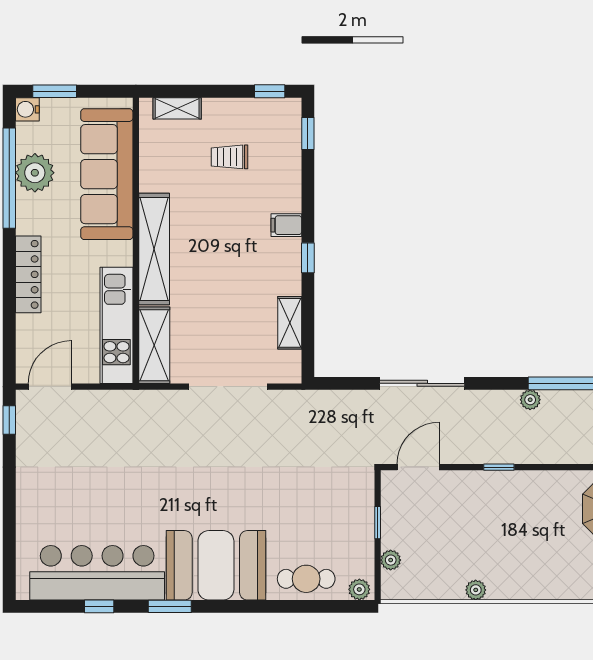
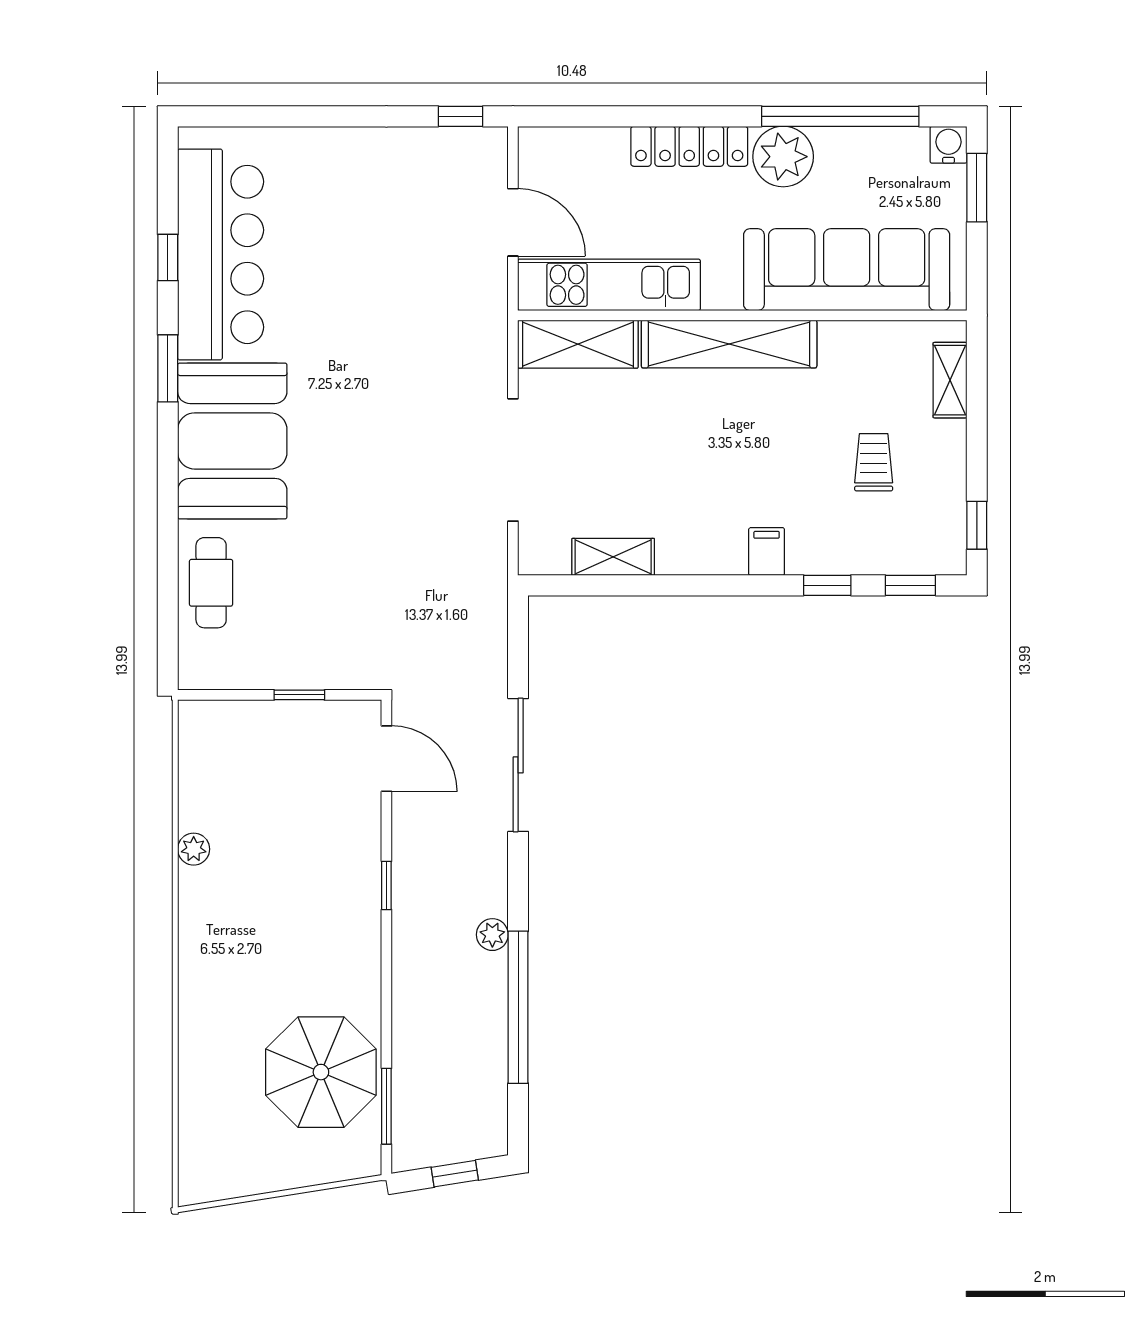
plant: (35, 173) -> (783, 157), moved
window: (308, 258) -> (827, 585), moved
door: (50, 387) -> (513, 222), moved
plant: (391, 560) -> (241, 715), removed
plant: (359, 589) -> (194, 666), removed

